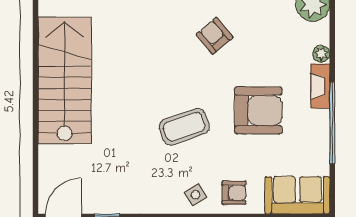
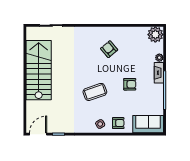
armchair: (258, 110) -> (130, 84), width x0.53, depth x0.53

